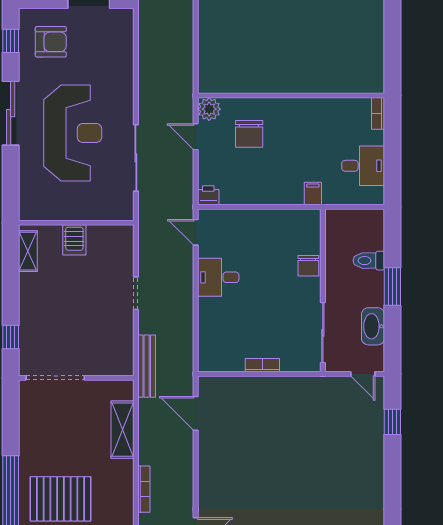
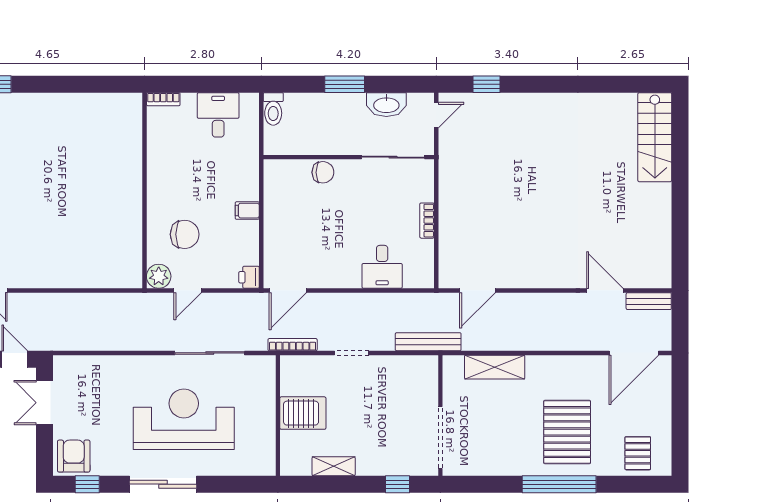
armchair: (51, 42) -> (74, 456), moved
filing cabinet: (313, 194) -> (247, 211), moved
door: (196, 232) -> (288, 290), width x1.38
server rack: (74, 240) -> (303, 413), width x1.36, depth x1.44
shelving: (28, 251) -> (334, 466), moved
toilet: (369, 261) -> (273, 109), moved
desk: (218, 277) -> (382, 267), moved
bookcase: (144, 489) -> (293, 345), moved

